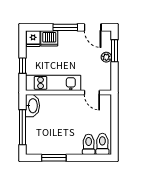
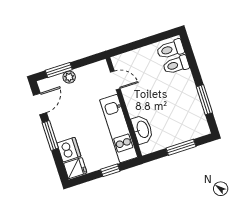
door: (92, 93) -> (115, 80), hinge flipped
washbasin: (32, 106) -> (142, 129), moved, turned 90
window: (22, 127) -> (181, 147), width x0.69

